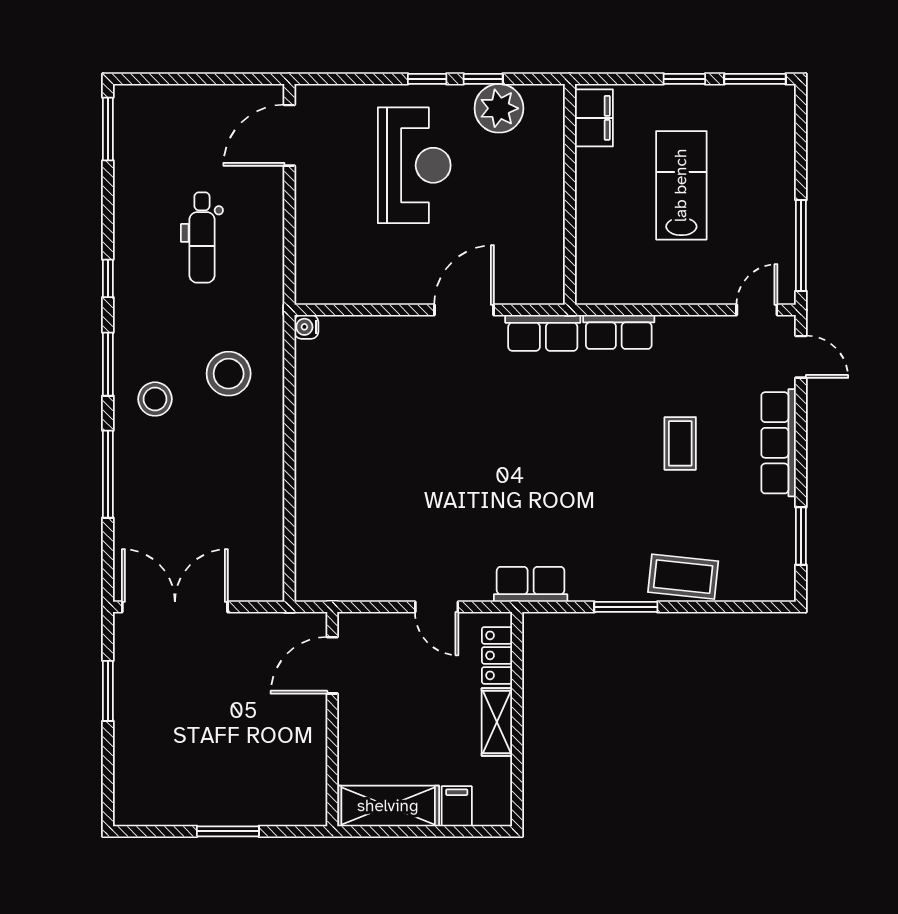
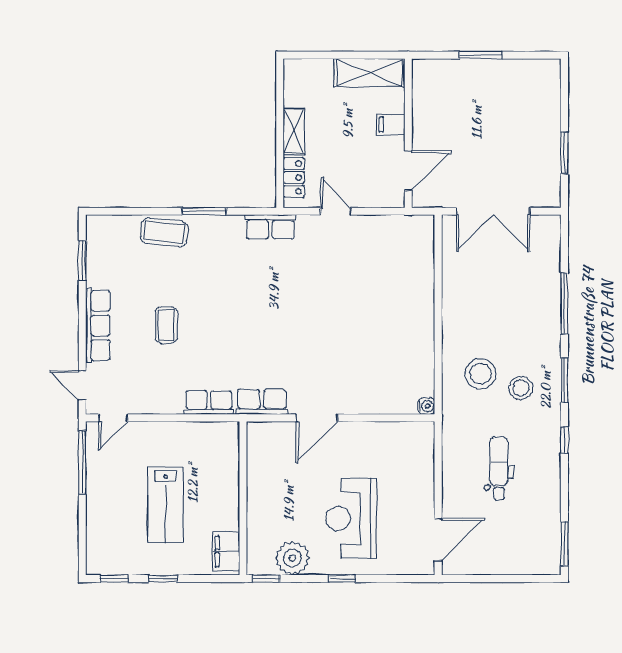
window: (483, 79) -> (266, 579), moved
window: (755, 79) -> (114, 579), width x0.67
stool: (155, 399) -> (521, 388), moved
double door: (175, 607) -> (493, 211), moved
filing cabinet: (457, 806) -> (391, 125), moved, turned 90

